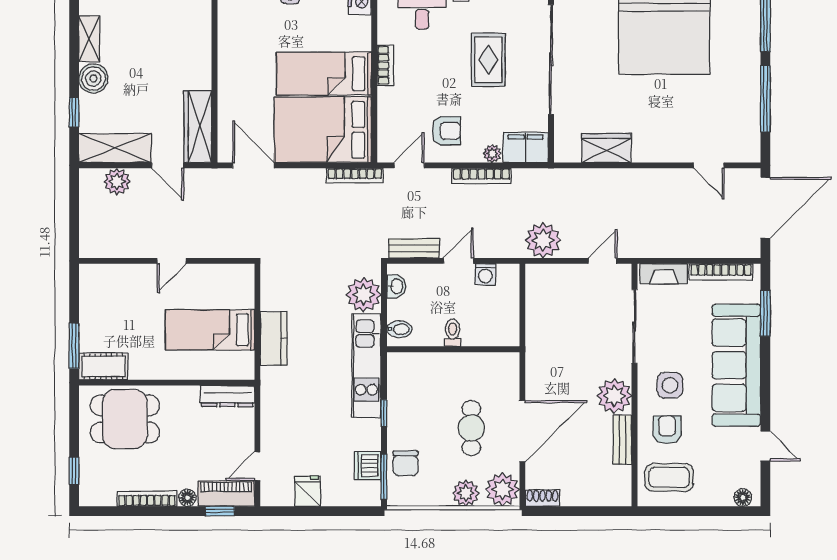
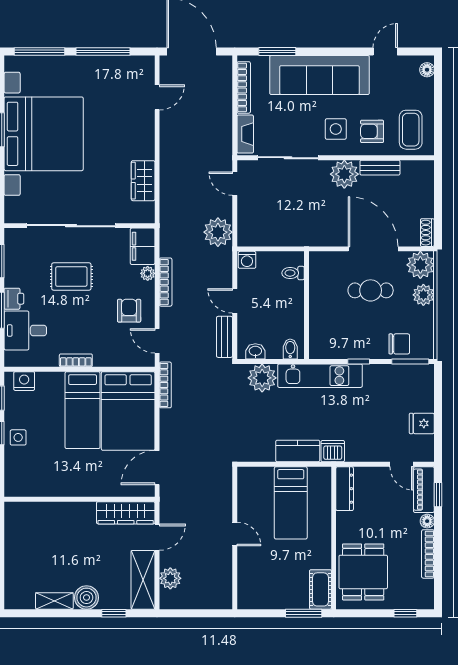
washing machine: (485, 274) -> (247, 260), moved, turned 90
toilet: (453, 333) -> (293, 273), moved
dishwasher: (368, 465) -> (333, 451), moved, turned 180

